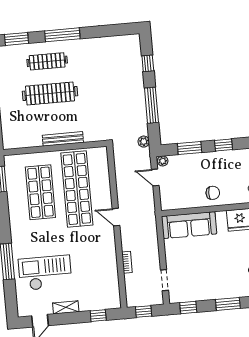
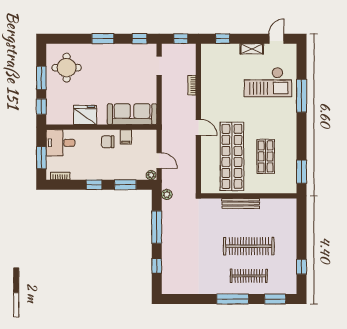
shop shelf: (40, 192) -> (266, 156), width x0.70, depth x0.74
filing cabinet: (194, 200) -> (126, 137), added

